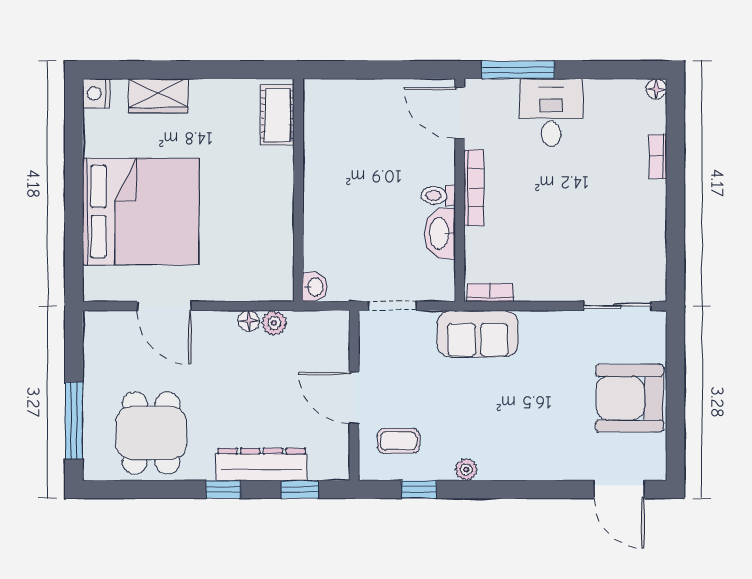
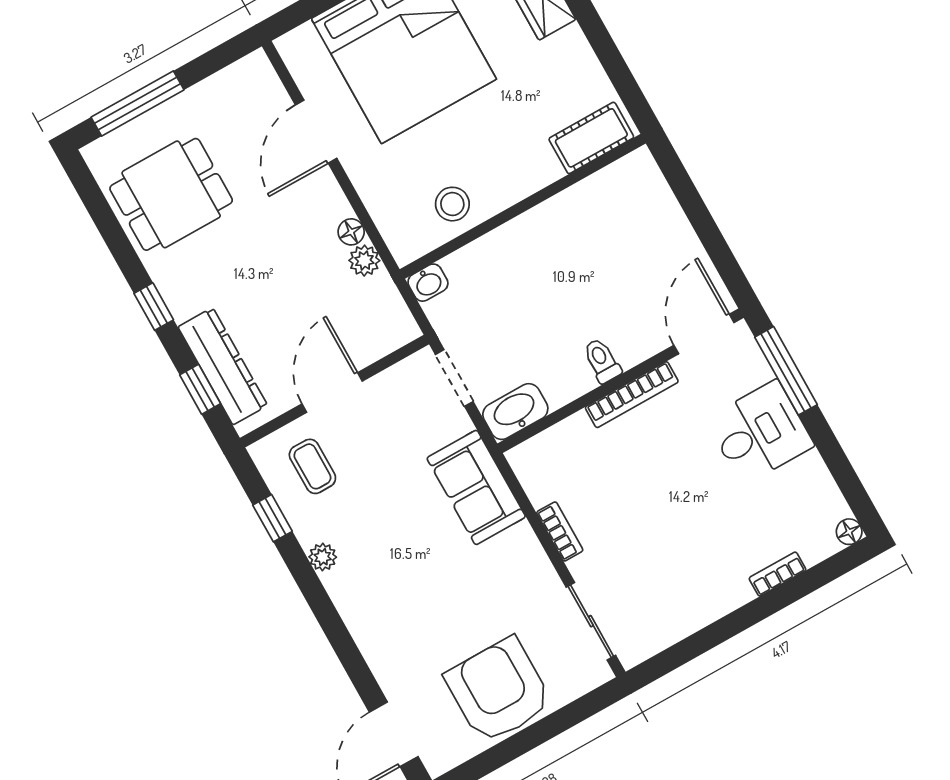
washbasin: (440, 233) -> (515, 412), moved
stool: (269, 239) -> (452, 204), added
bookcase: (490, 292) -> (560, 531), moved
dresser: (262, 464) -> (223, 366), moved

